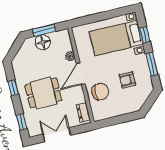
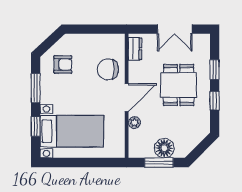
armchair: (127, 80) -> (63, 65), moved
dining table: (43, 93) -> (179, 85), turned 90
window: (22, 122) -> (215, 70), moved

